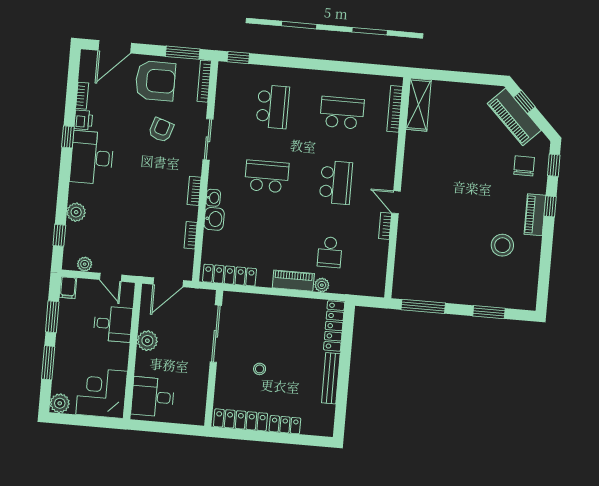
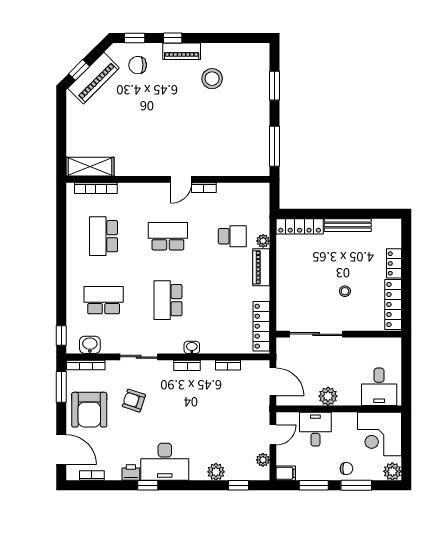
armchair: (155, 81) -> (89, 410), turned 180
bookcase: (82, 96) -> (92, 476), moved
washbasin: (214, 219) -> (90, 345), moved
chair: (67, 354) -> (347, 469), added

